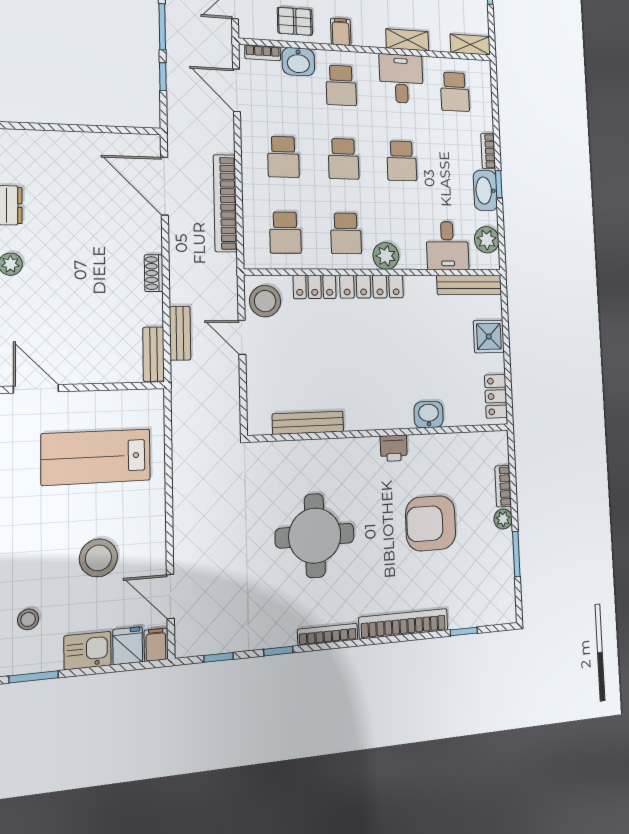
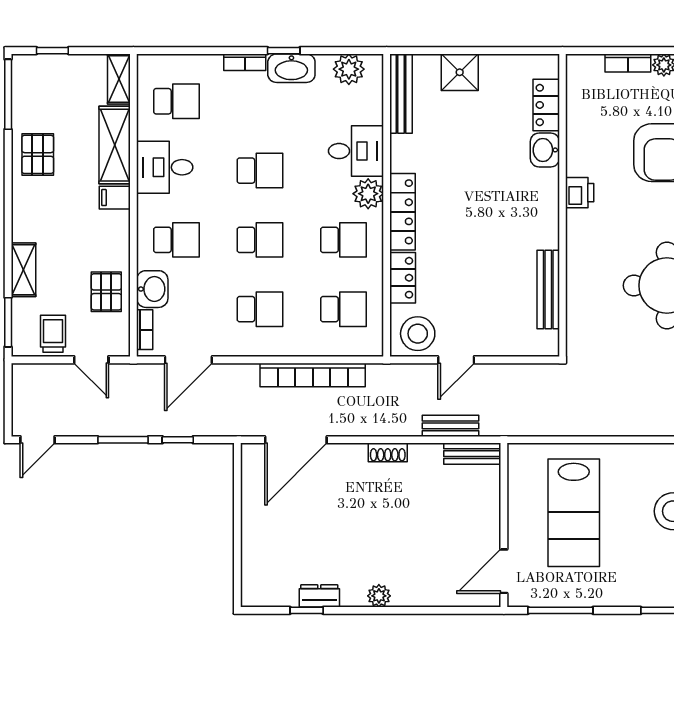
filing cabinet: (341, 32) -> (115, 198), moved
shelving: (407, 40) -> (115, 145), width x1.50, depth x1.33
desk: (447, 246) -> (356, 151), moved
locker: (496, 396) -> (546, 105), moved, turned 90

